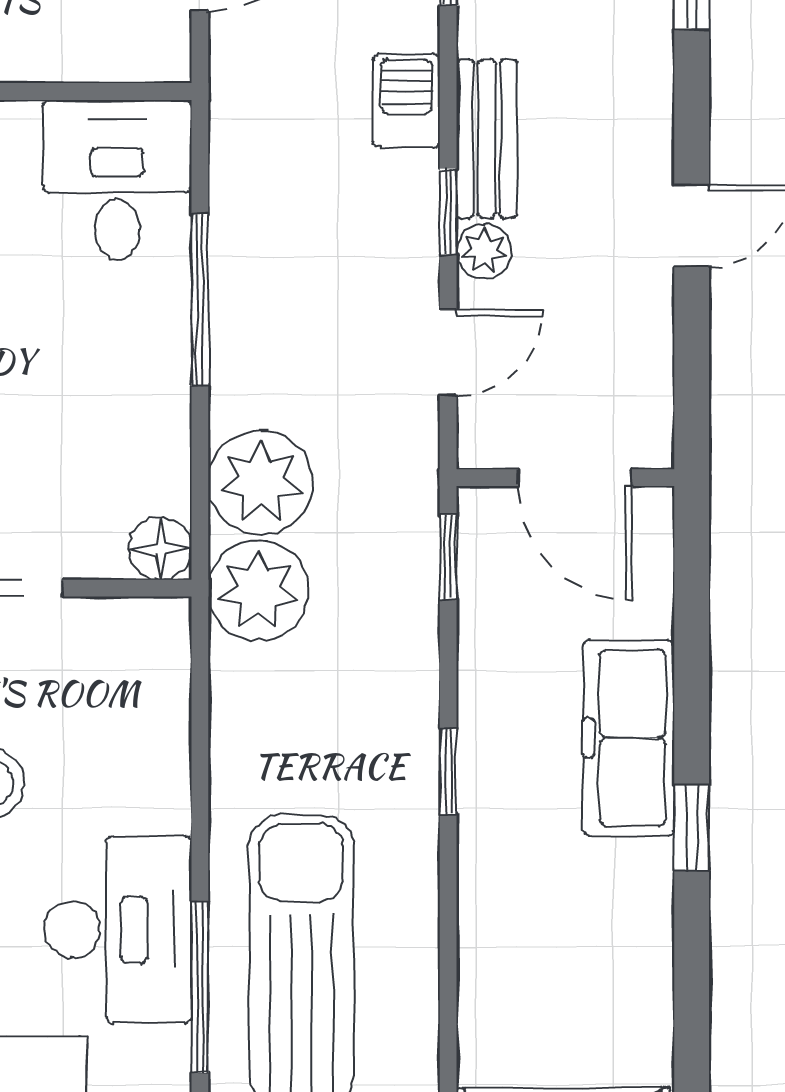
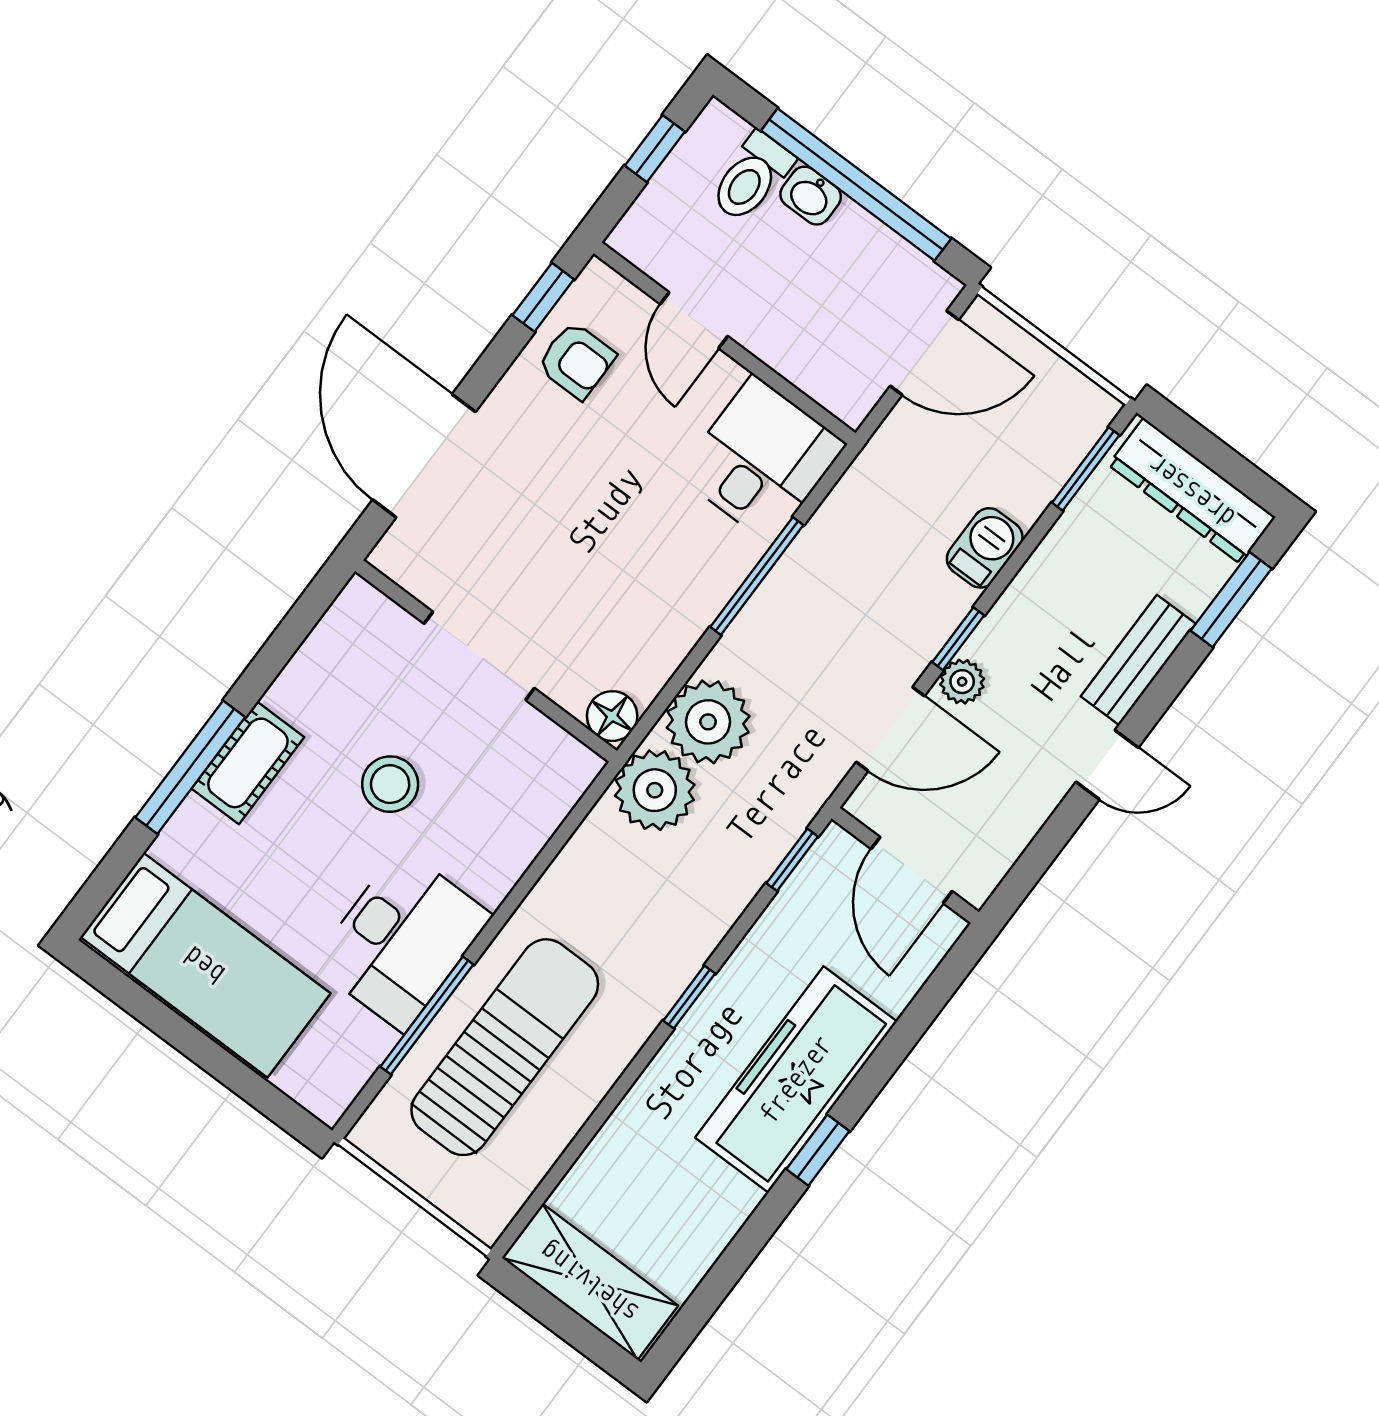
bench: (487, 139) -> (1138, 660), moved
door: (448, 353) -> (890, 729), width x1.38
freezer: (629, 738) -> (796, 1079), width x1.36, depth x1.26

